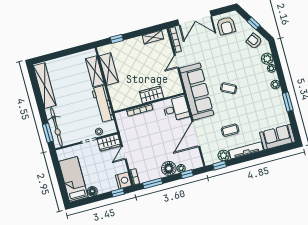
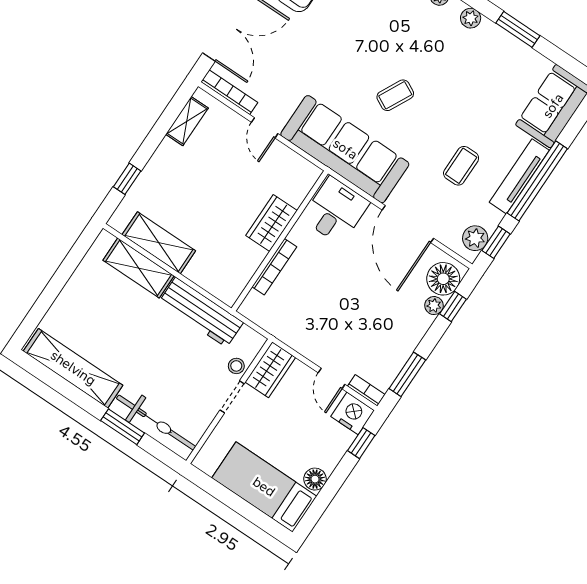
window: (48, 133) -> (123, 427), moved
door: (124, 153) -> (332, 379), moved
plant: (224, 155) -> (475, 238), moved
window: (251, 157) -> (537, 181), added
floor lamp: (169, 168) -> (443, 279), moved

